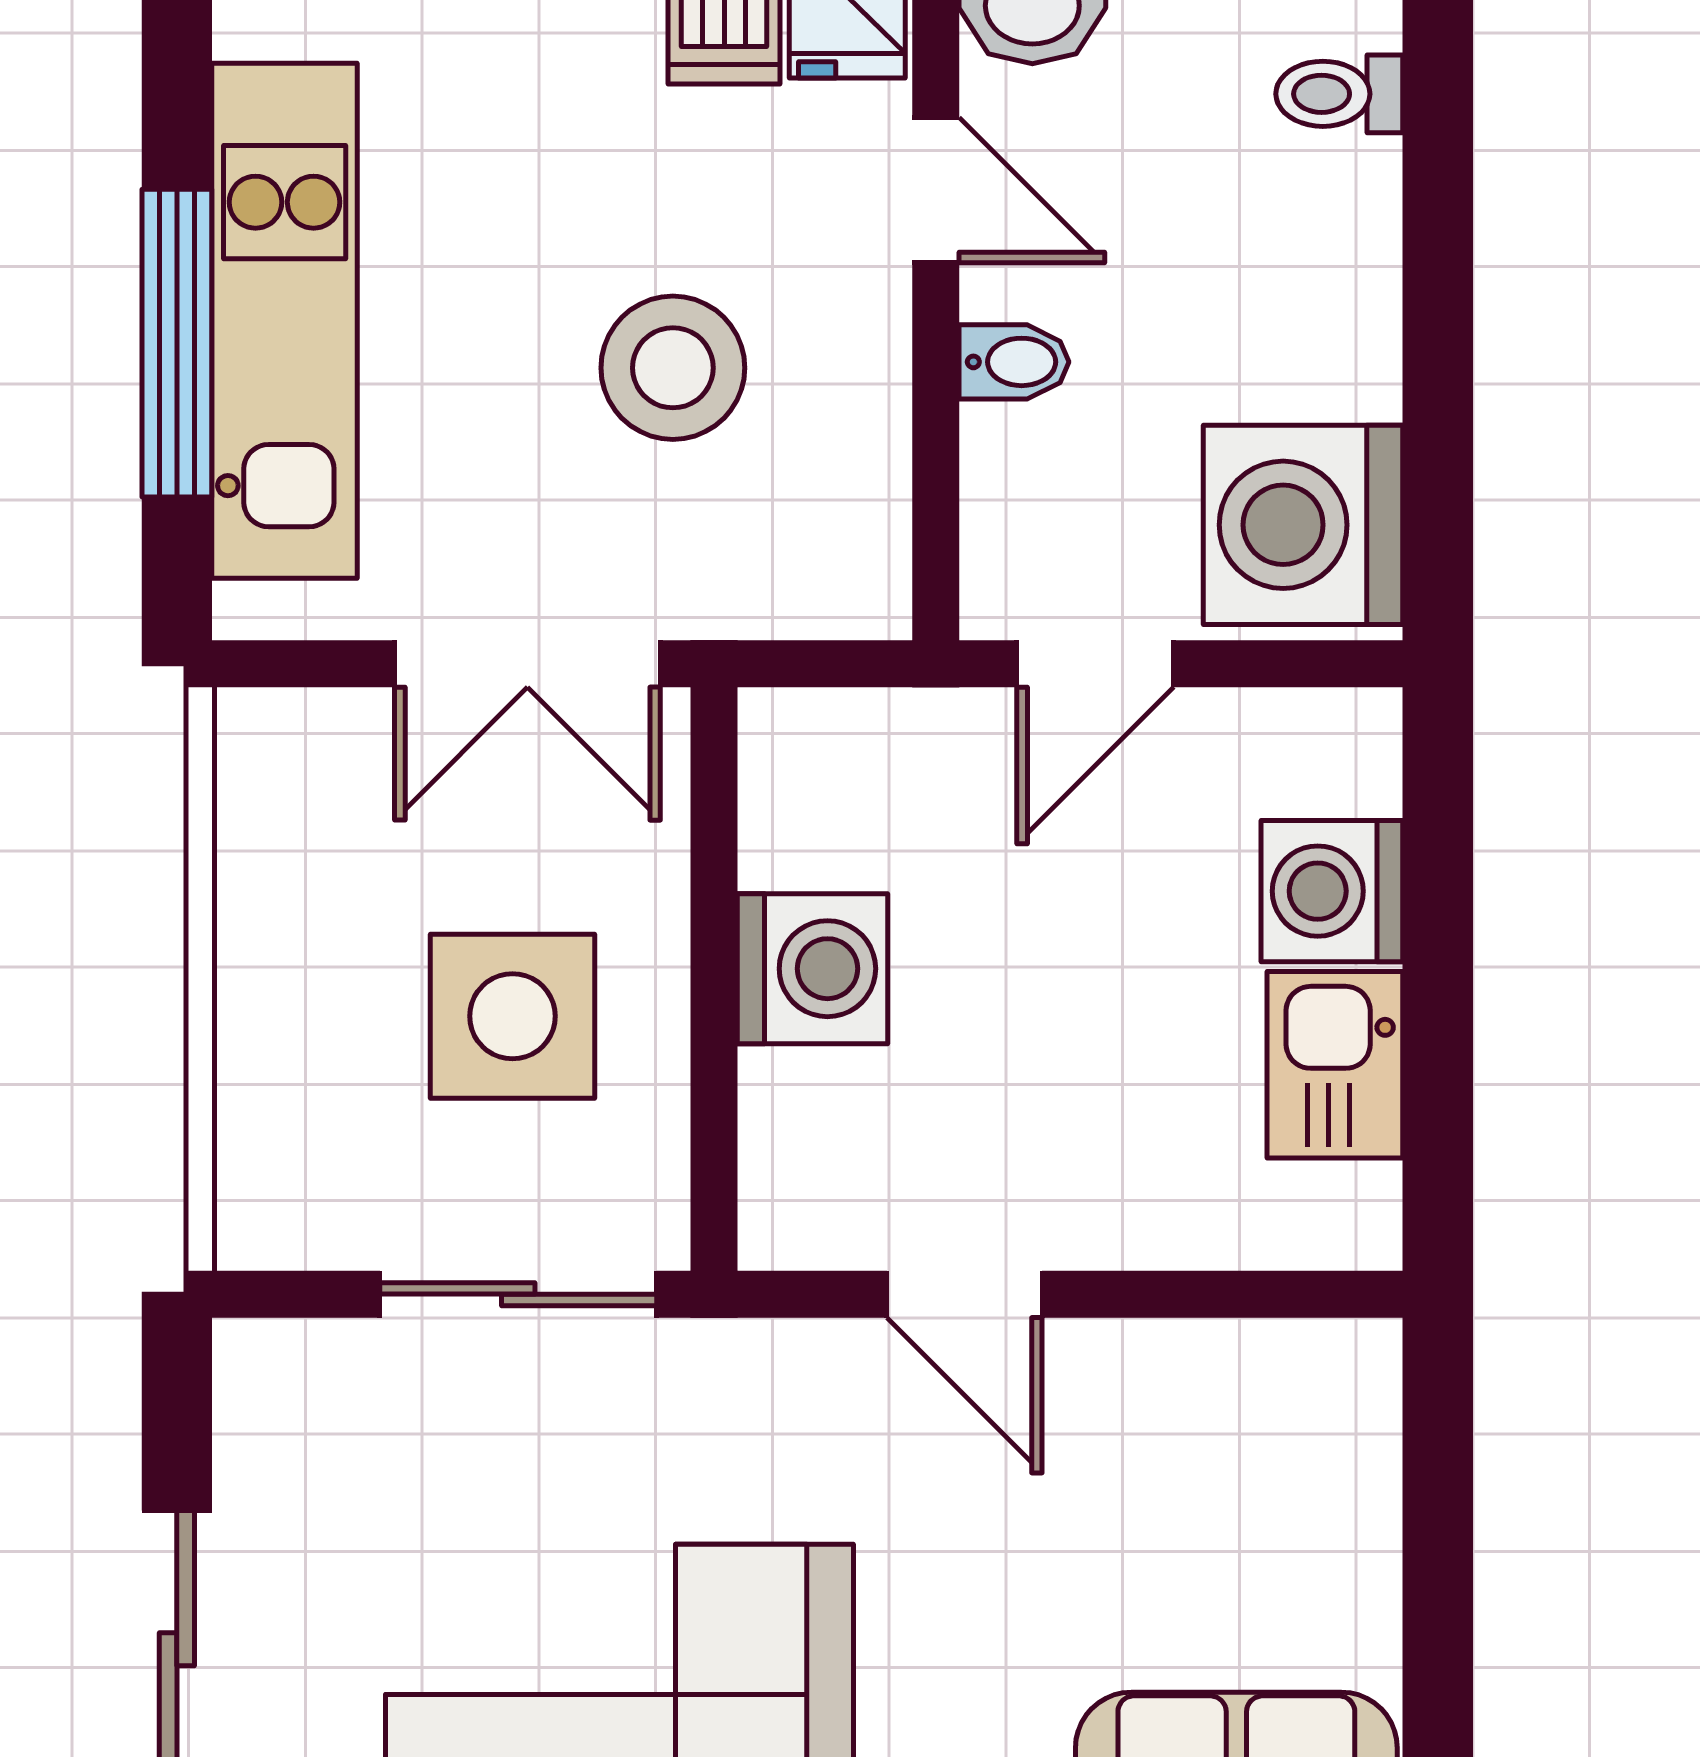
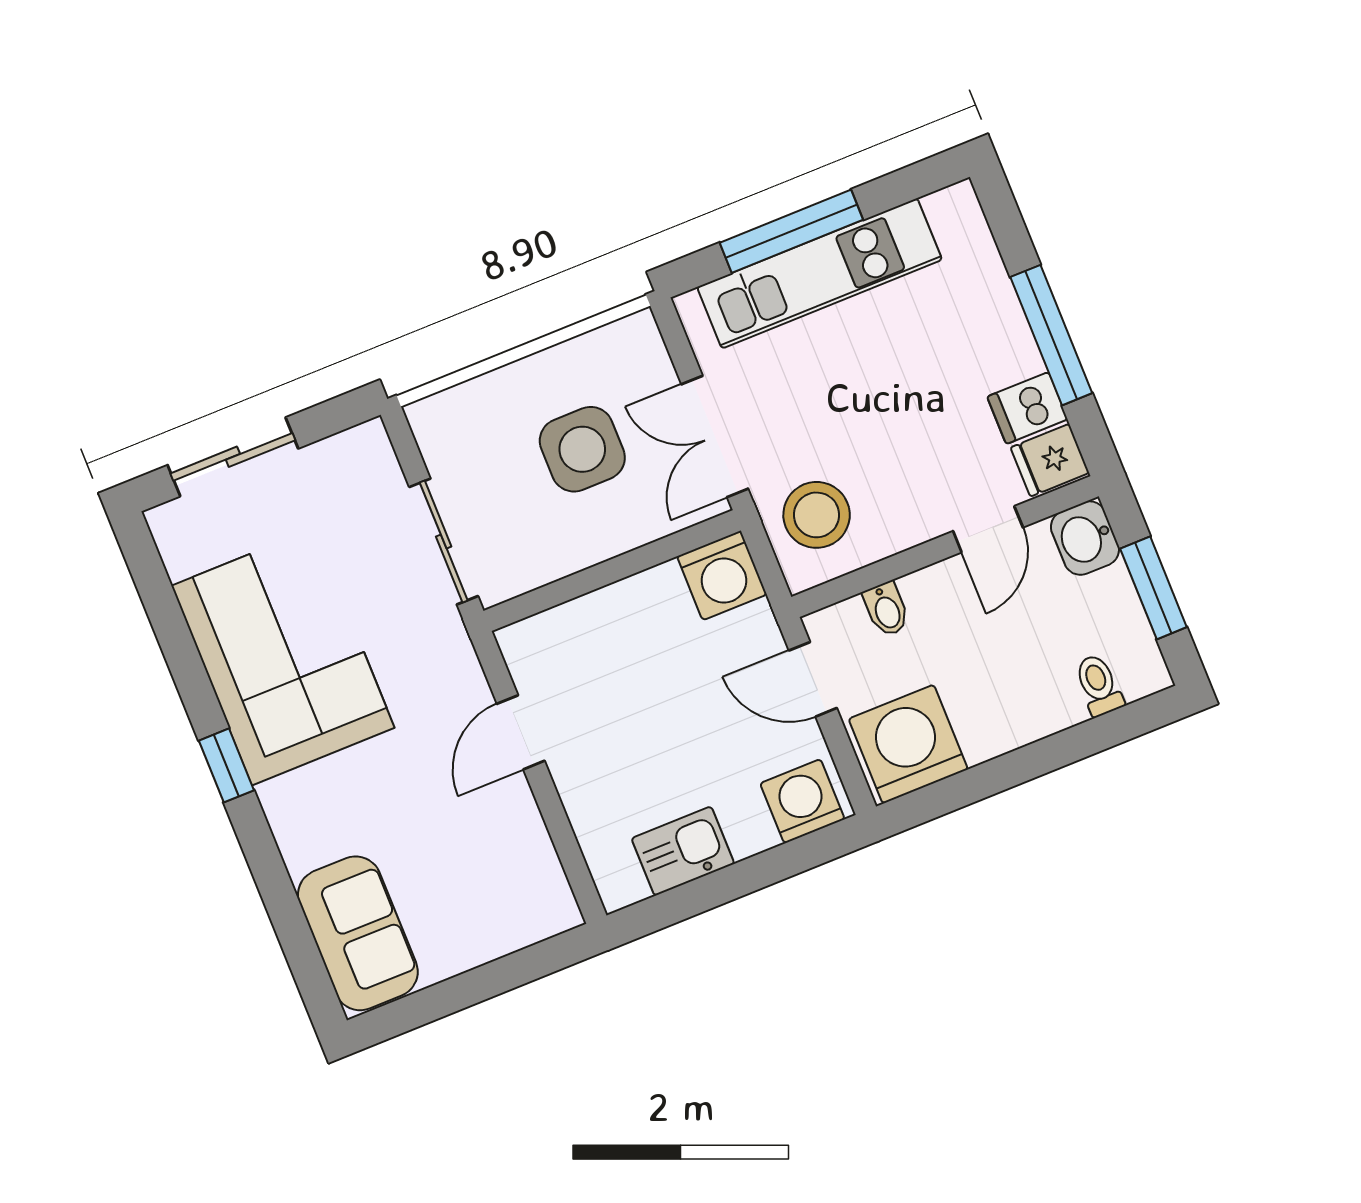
bidet: (1014, 362) -> (886, 609), moved
stool: (673, 368) -> (817, 515), moved
washing machine: (1332, 891) -> (802, 801), moved
washing machine: (812, 969) -> (722, 575), moved
side table: (512, 1016) -> (582, 449), moved

